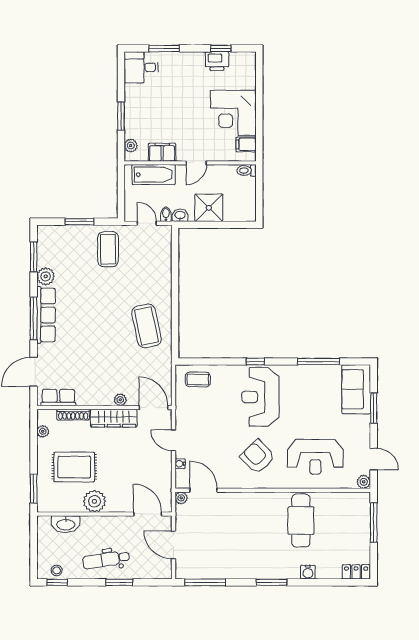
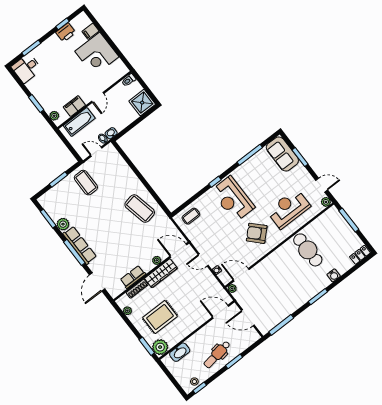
filing cabinet: (246, 144) -> (90, 31), moved
shower: (209, 208) -> (142, 103), moved
row of seats: (58, 398) -> (133, 277), moved
reception desk: (315, 457) -> (289, 209), turned 180
plant: (94, 501) -> (160, 347), moved

